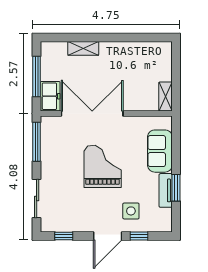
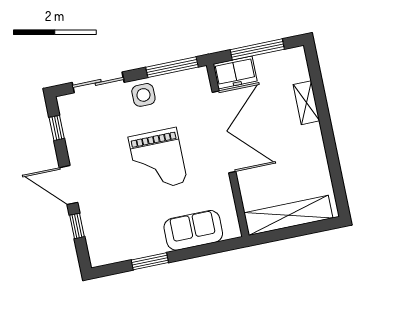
shelving: (166, 96) -> (288, 215), width x2.20, depth x1.33
grand piano: (103, 166) -> (158, 160), turned 90
tv unit: (166, 190) -> (143, 249), removed
side table: (131, 211) -> (143, 95), moved

